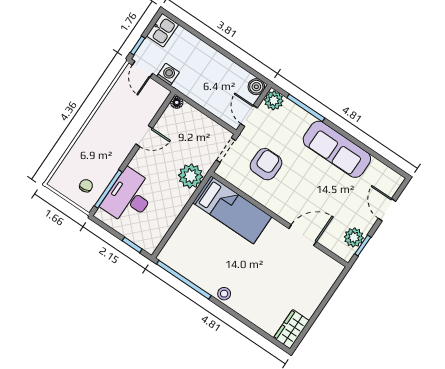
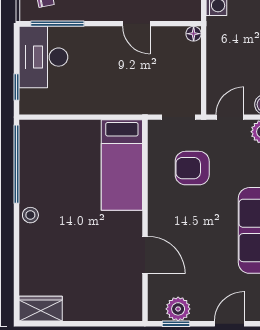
armchair: (266, 164) -> (192, 168), turned 180
plant: (191, 176) -> (128, 99), removed
desk: (129, 197) -> (43, 57), moved, turned -90

